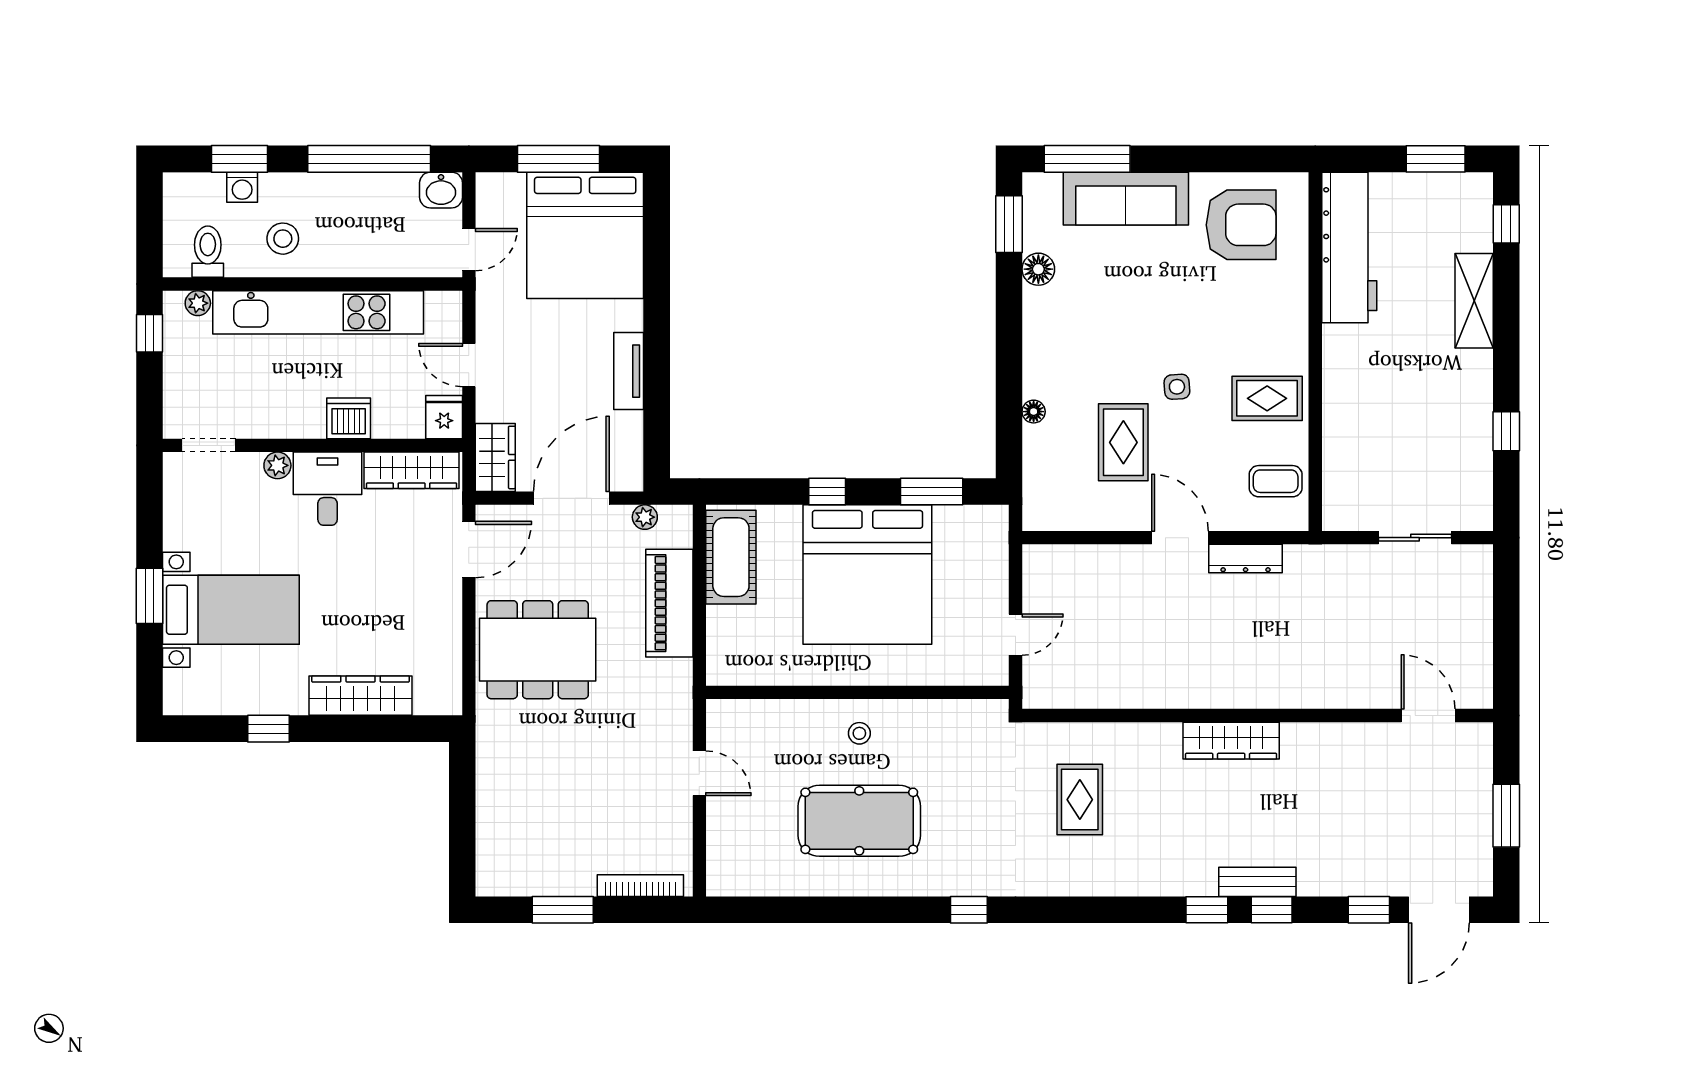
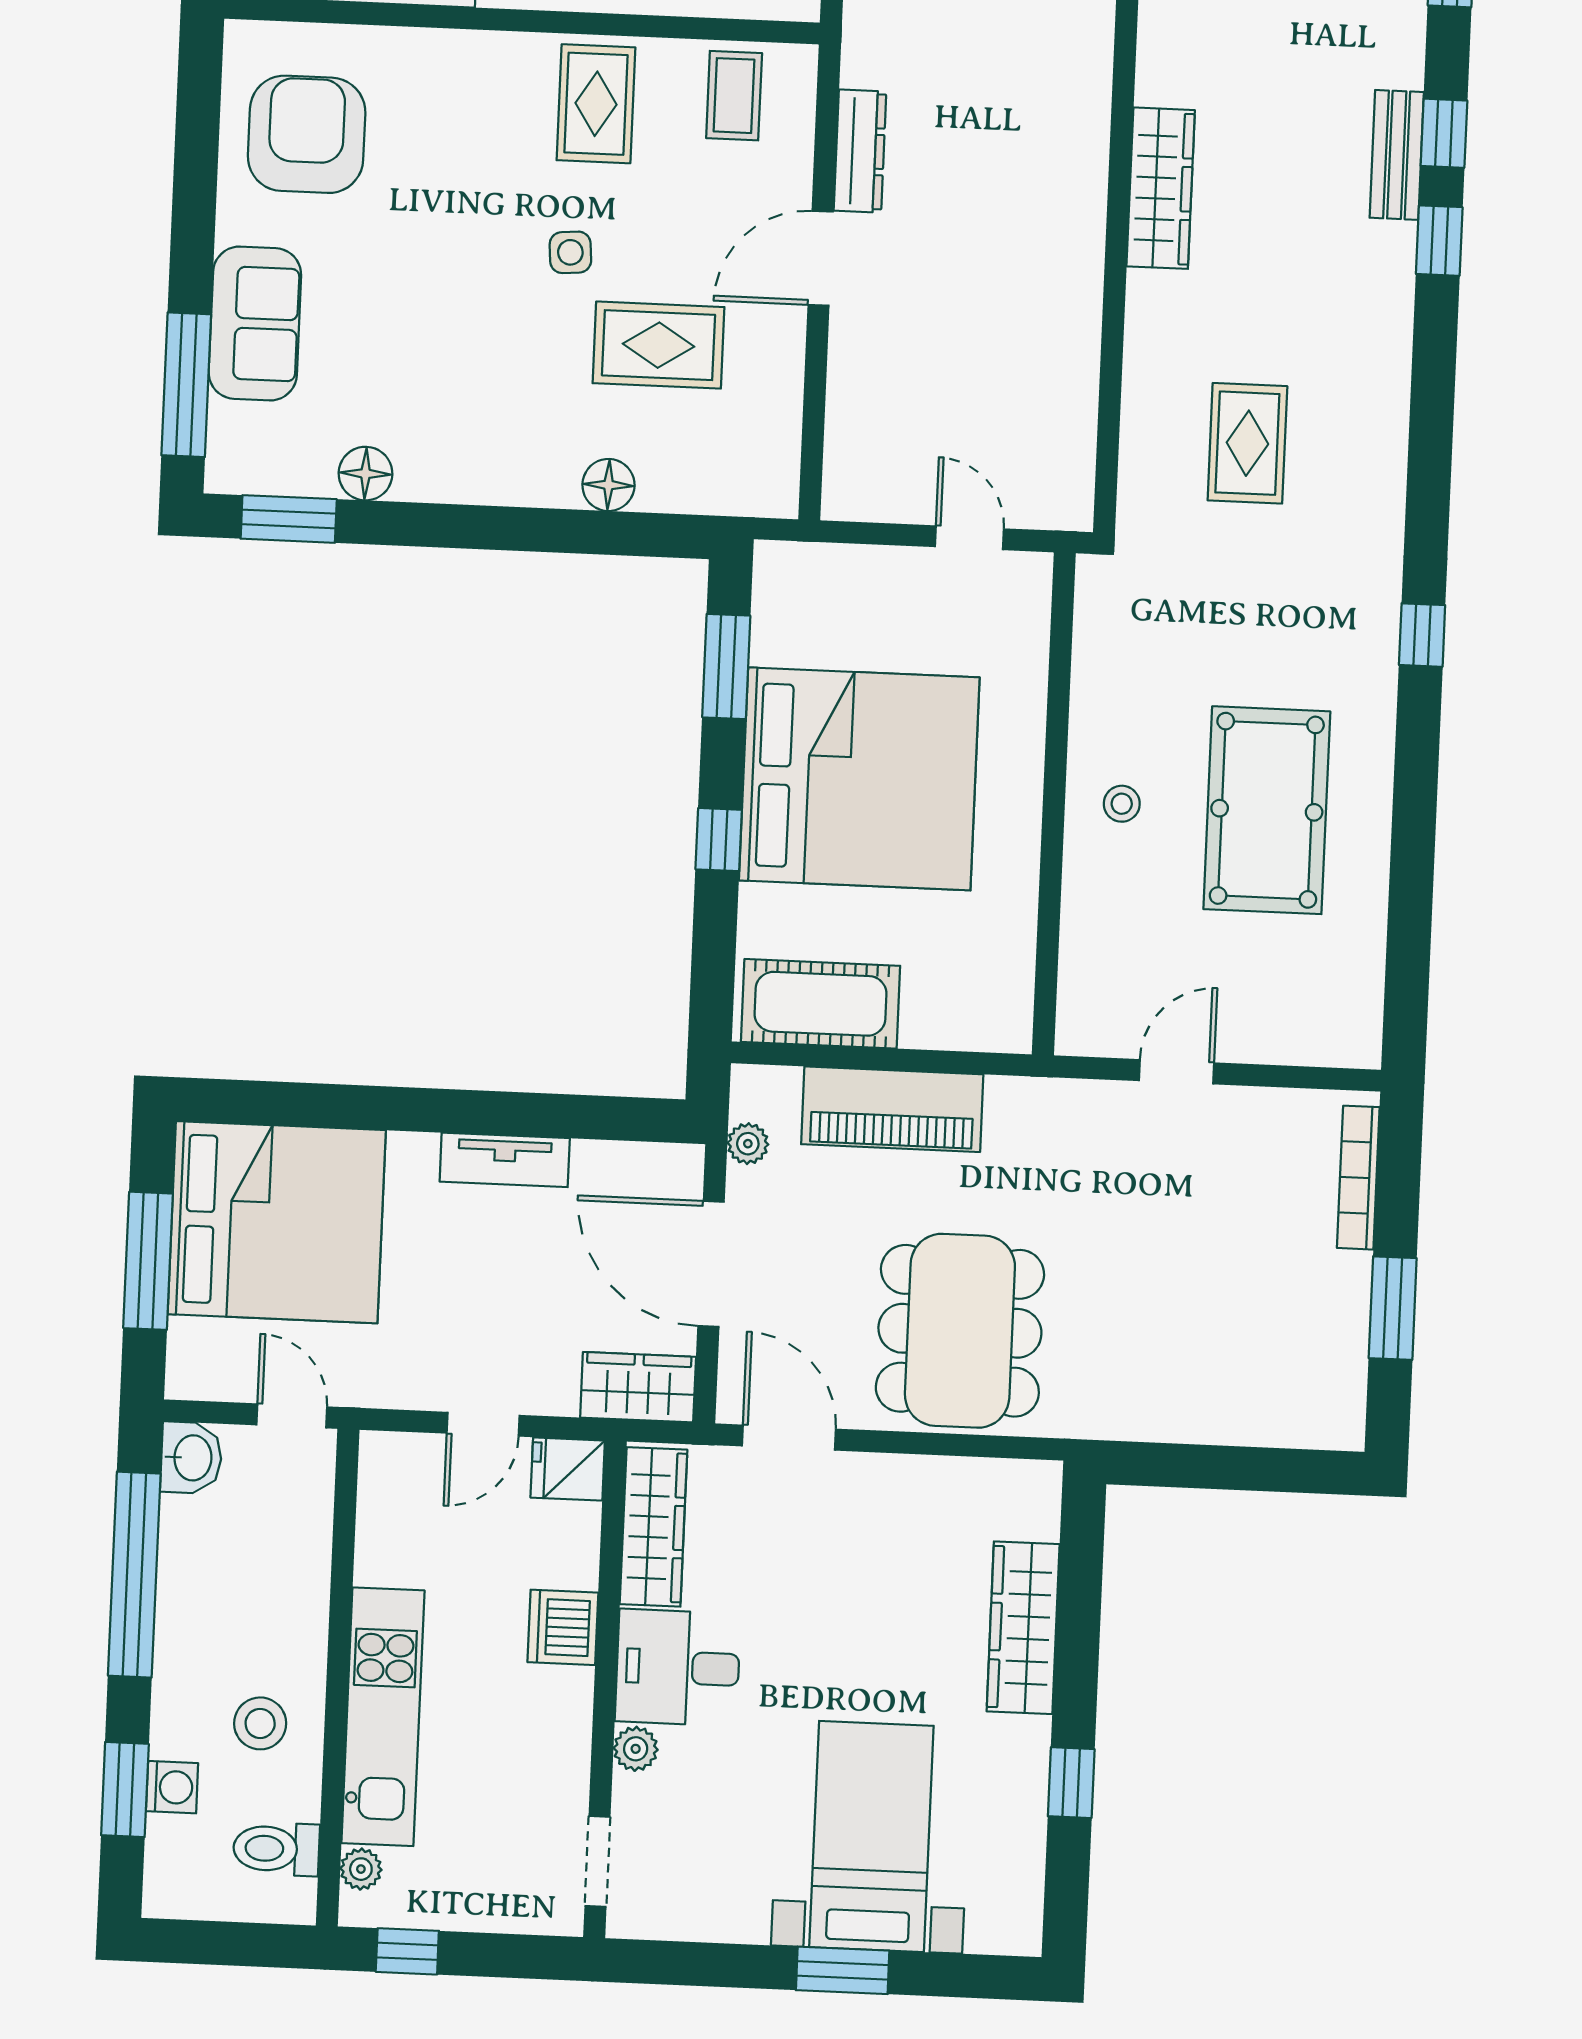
sofa: (1126, 199) -> (255, 323), width x0.73
kitchen unit: (318, 312) -> (383, 1717), width x0.73
floor lamp: (1034, 412) -> (608, 485), width x1.37, depth x1.37
rug: (1080, 800) -> (1247, 443), turned 90

